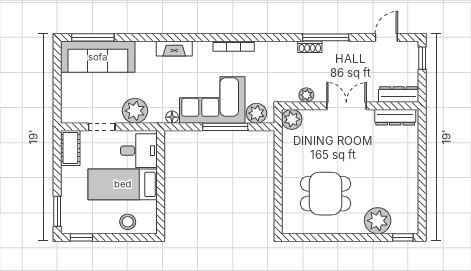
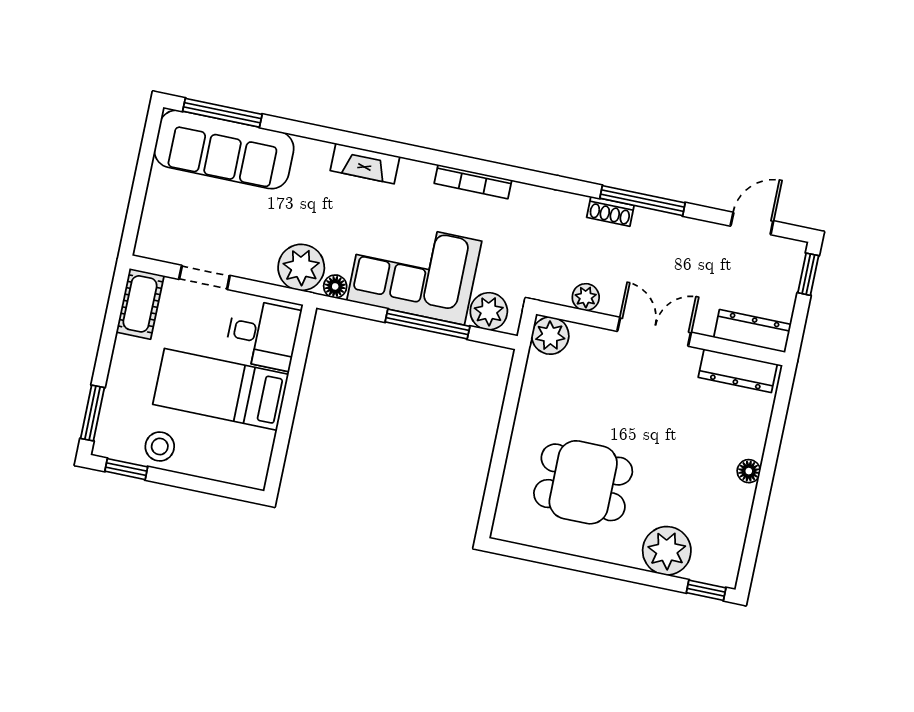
plant: (135, 111) -> (301, 267), moved
floor lamp: (412, 169) -> (749, 471), added
stool: (128, 222) -> (160, 446), moved

